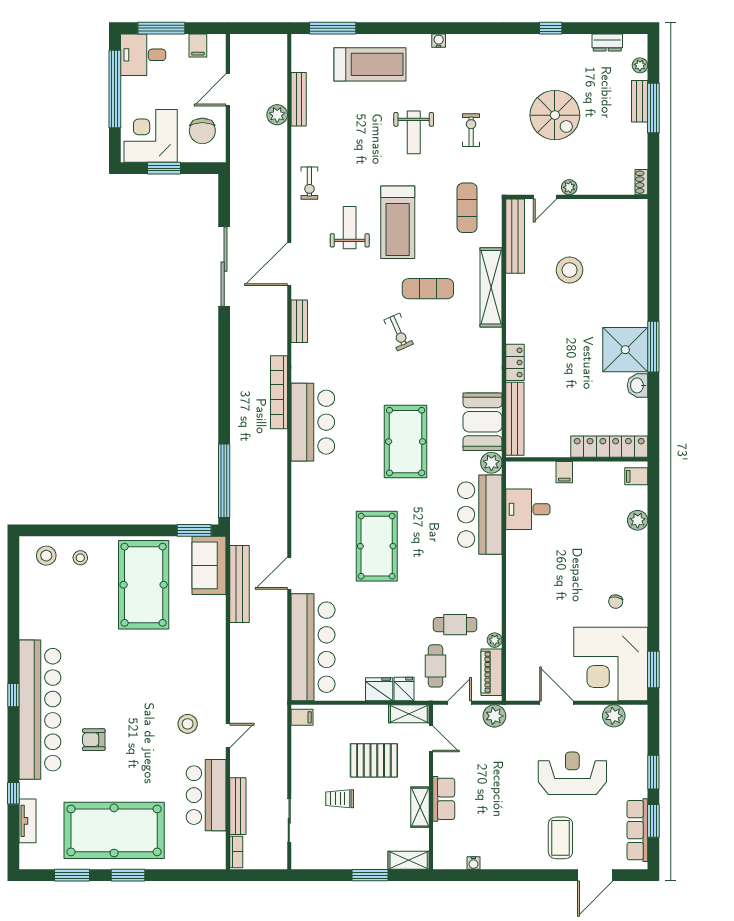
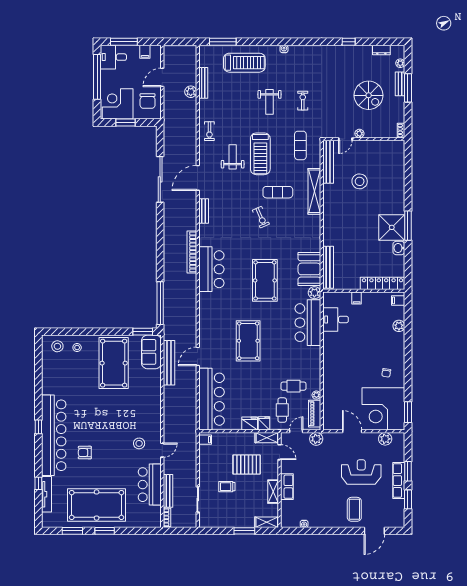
spiral stairs: (555, 115) -> (369, 95), moved
locker: (515, 362) -> (328, 235), removed
tv unit: (27, 821) -> (47, 494), width x1.41
row of seats: (637, 830) -> (399, 481), moved

